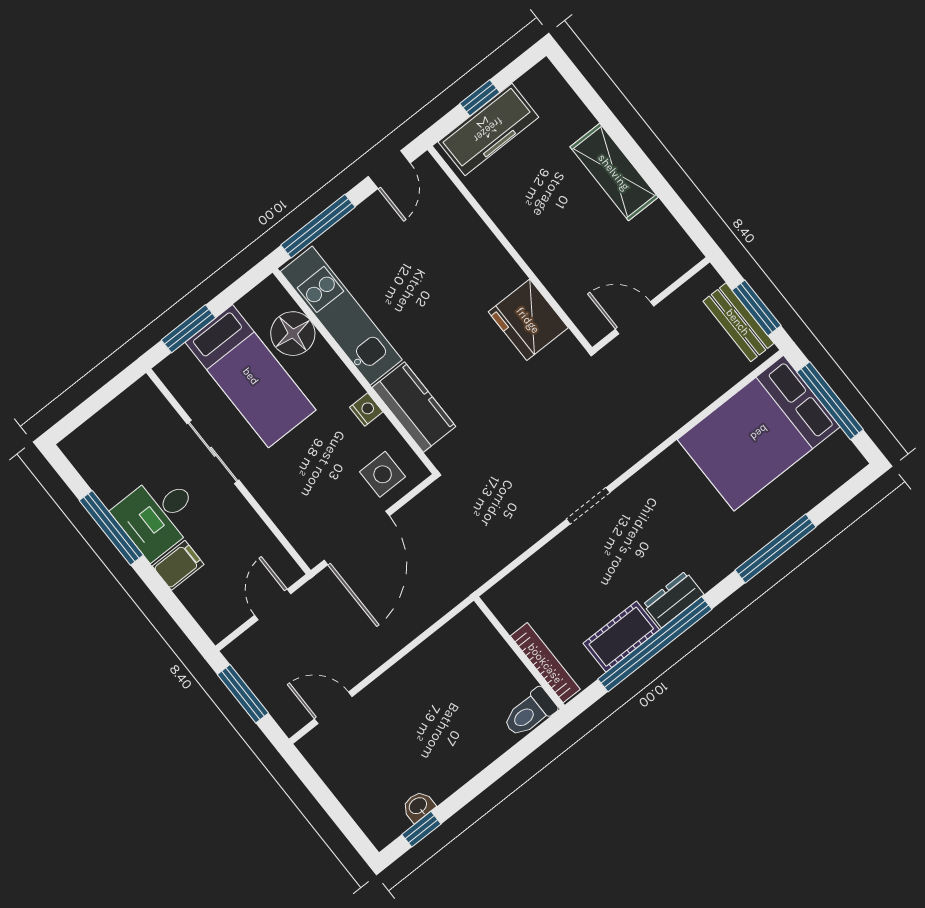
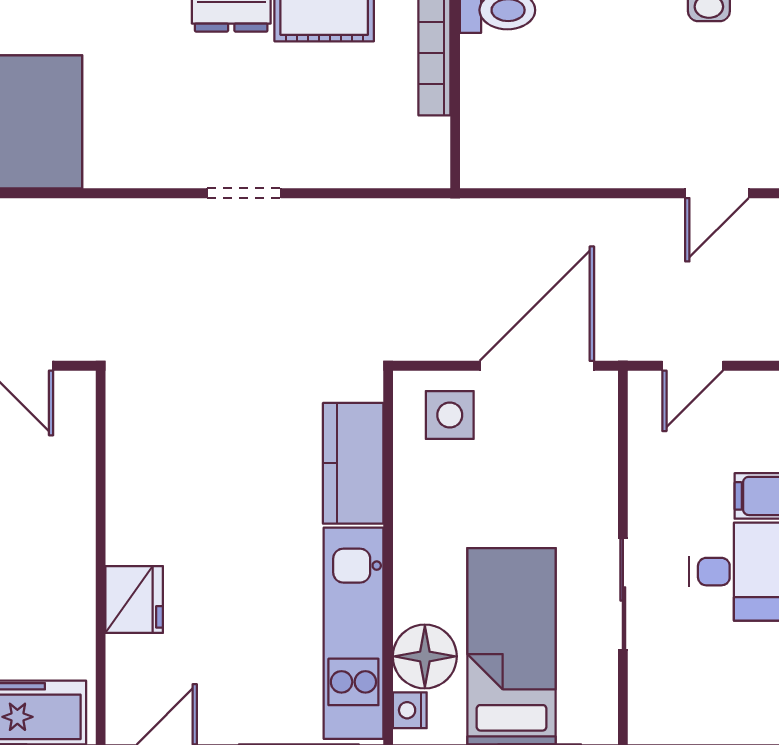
fridge: (528, 320) -> (134, 600), moved, width x0.73, depth x0.75
nightstand: (366, 410) -> (410, 710), moved
door: (333, 708) -> (717, 193), hinge flipped

